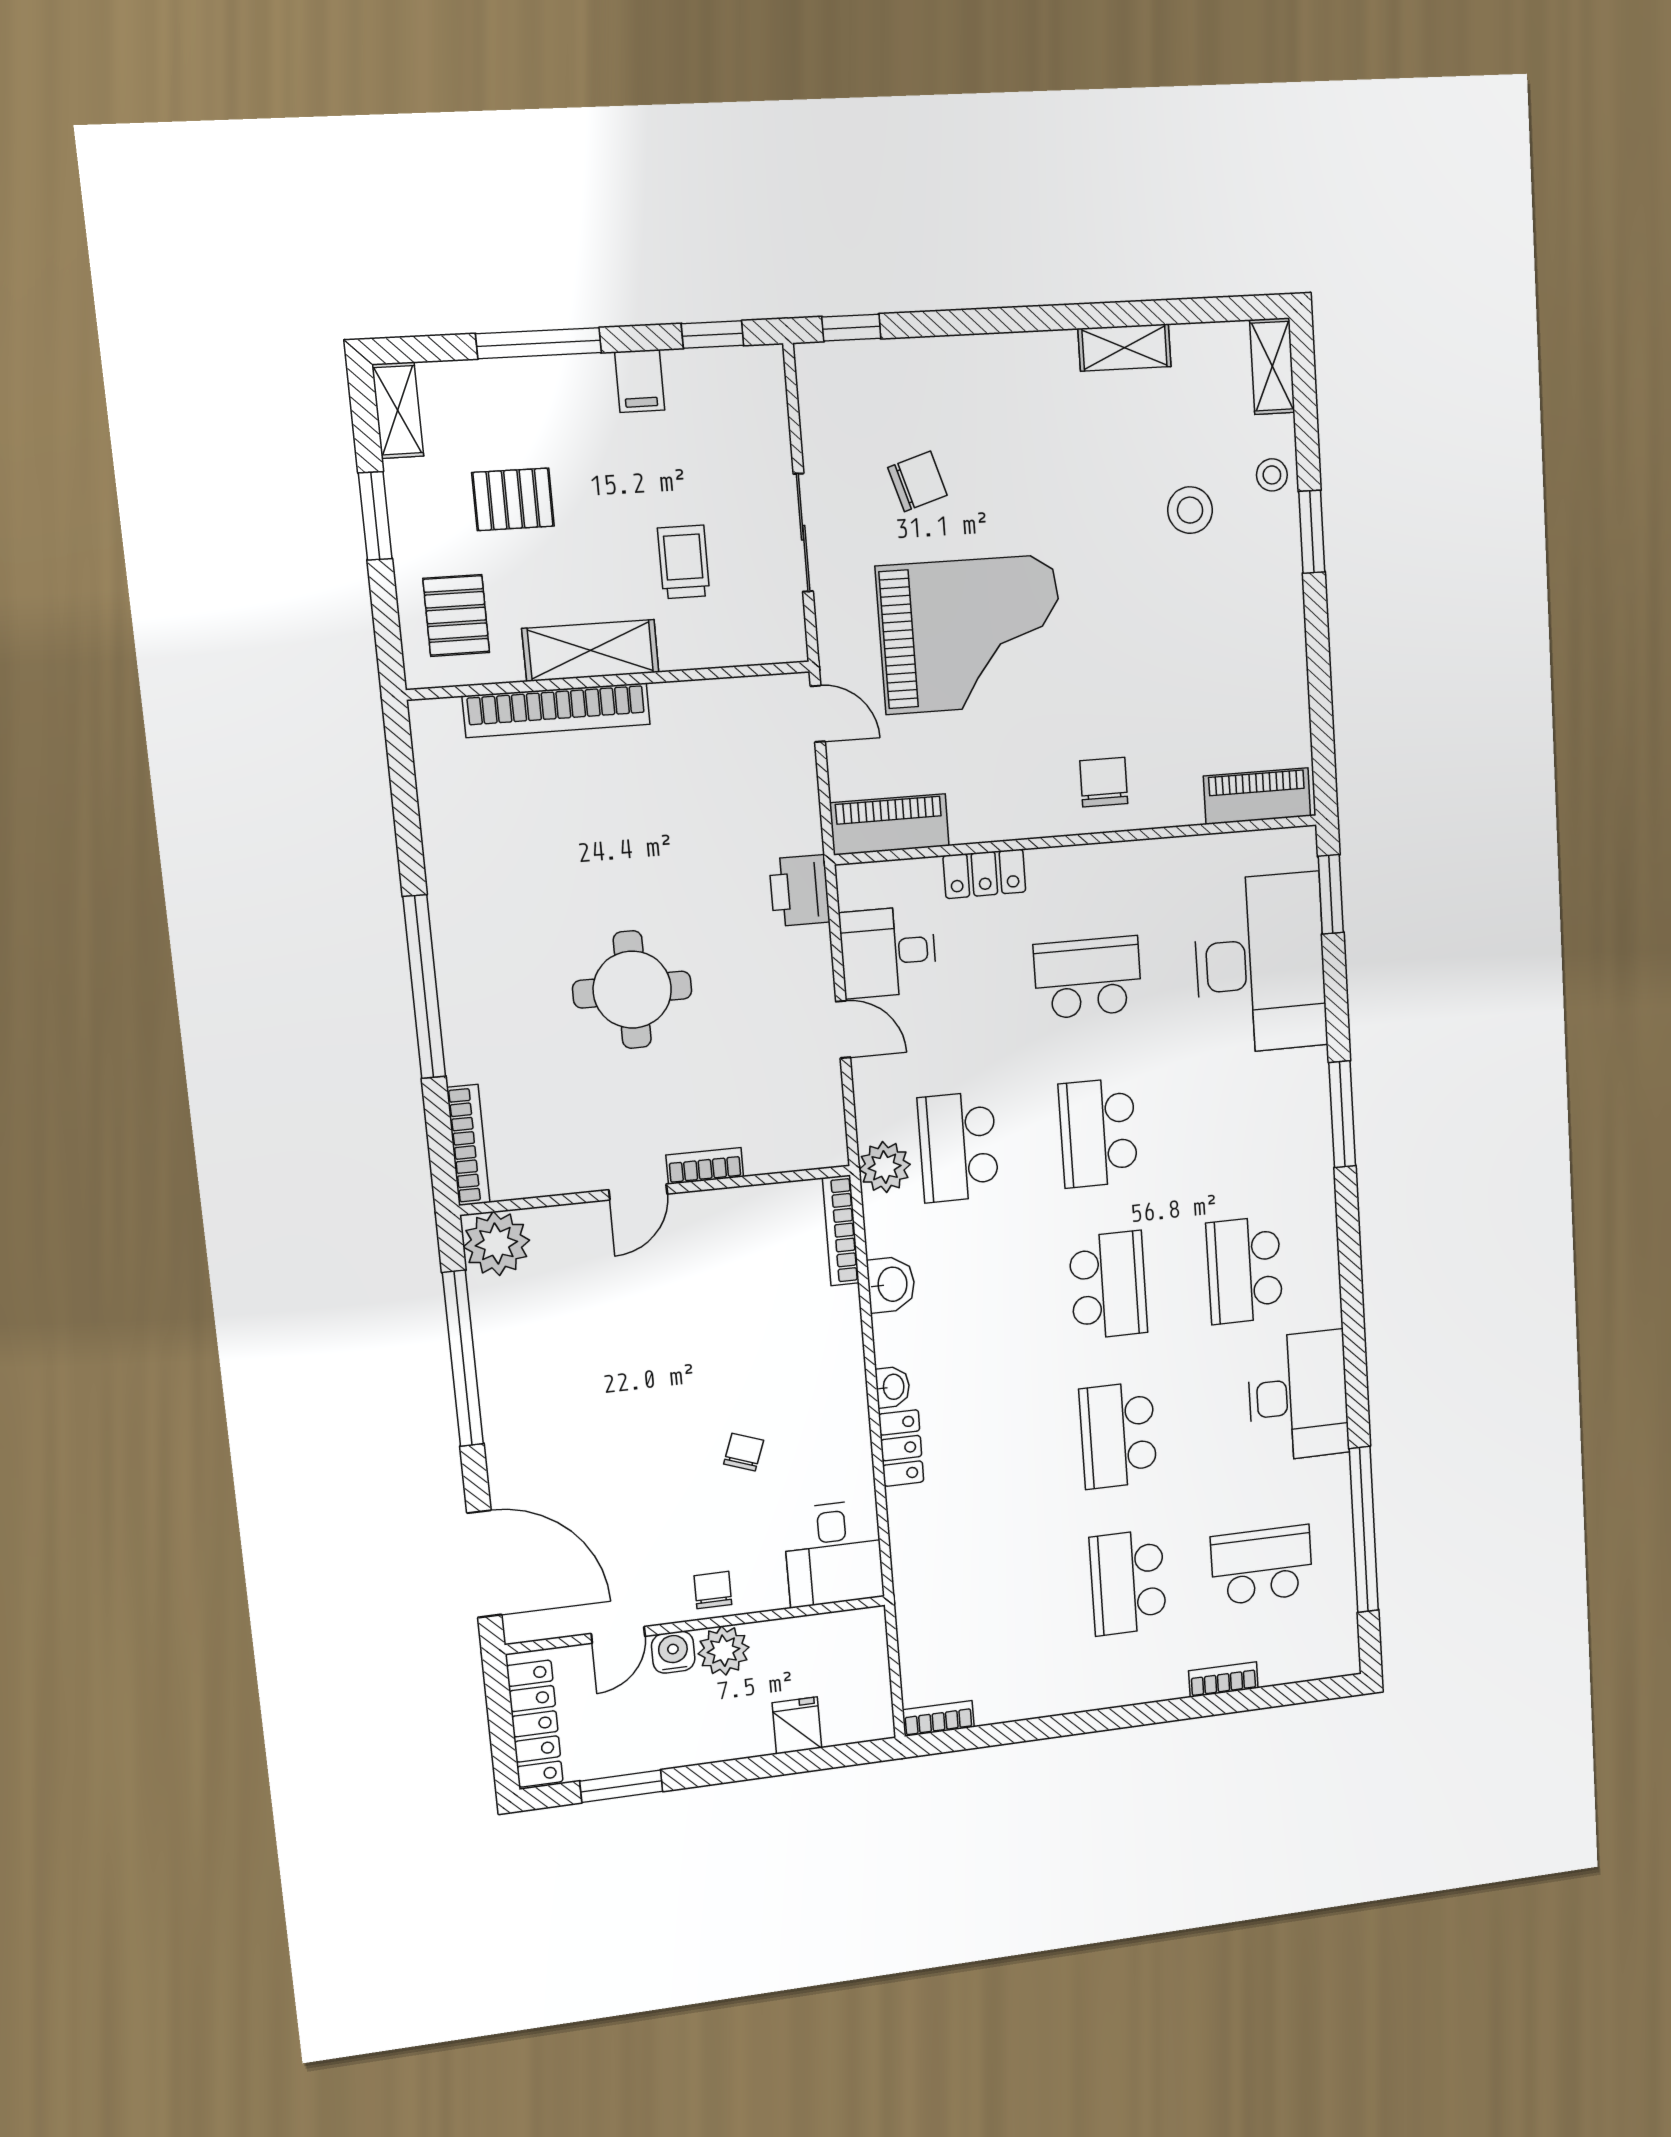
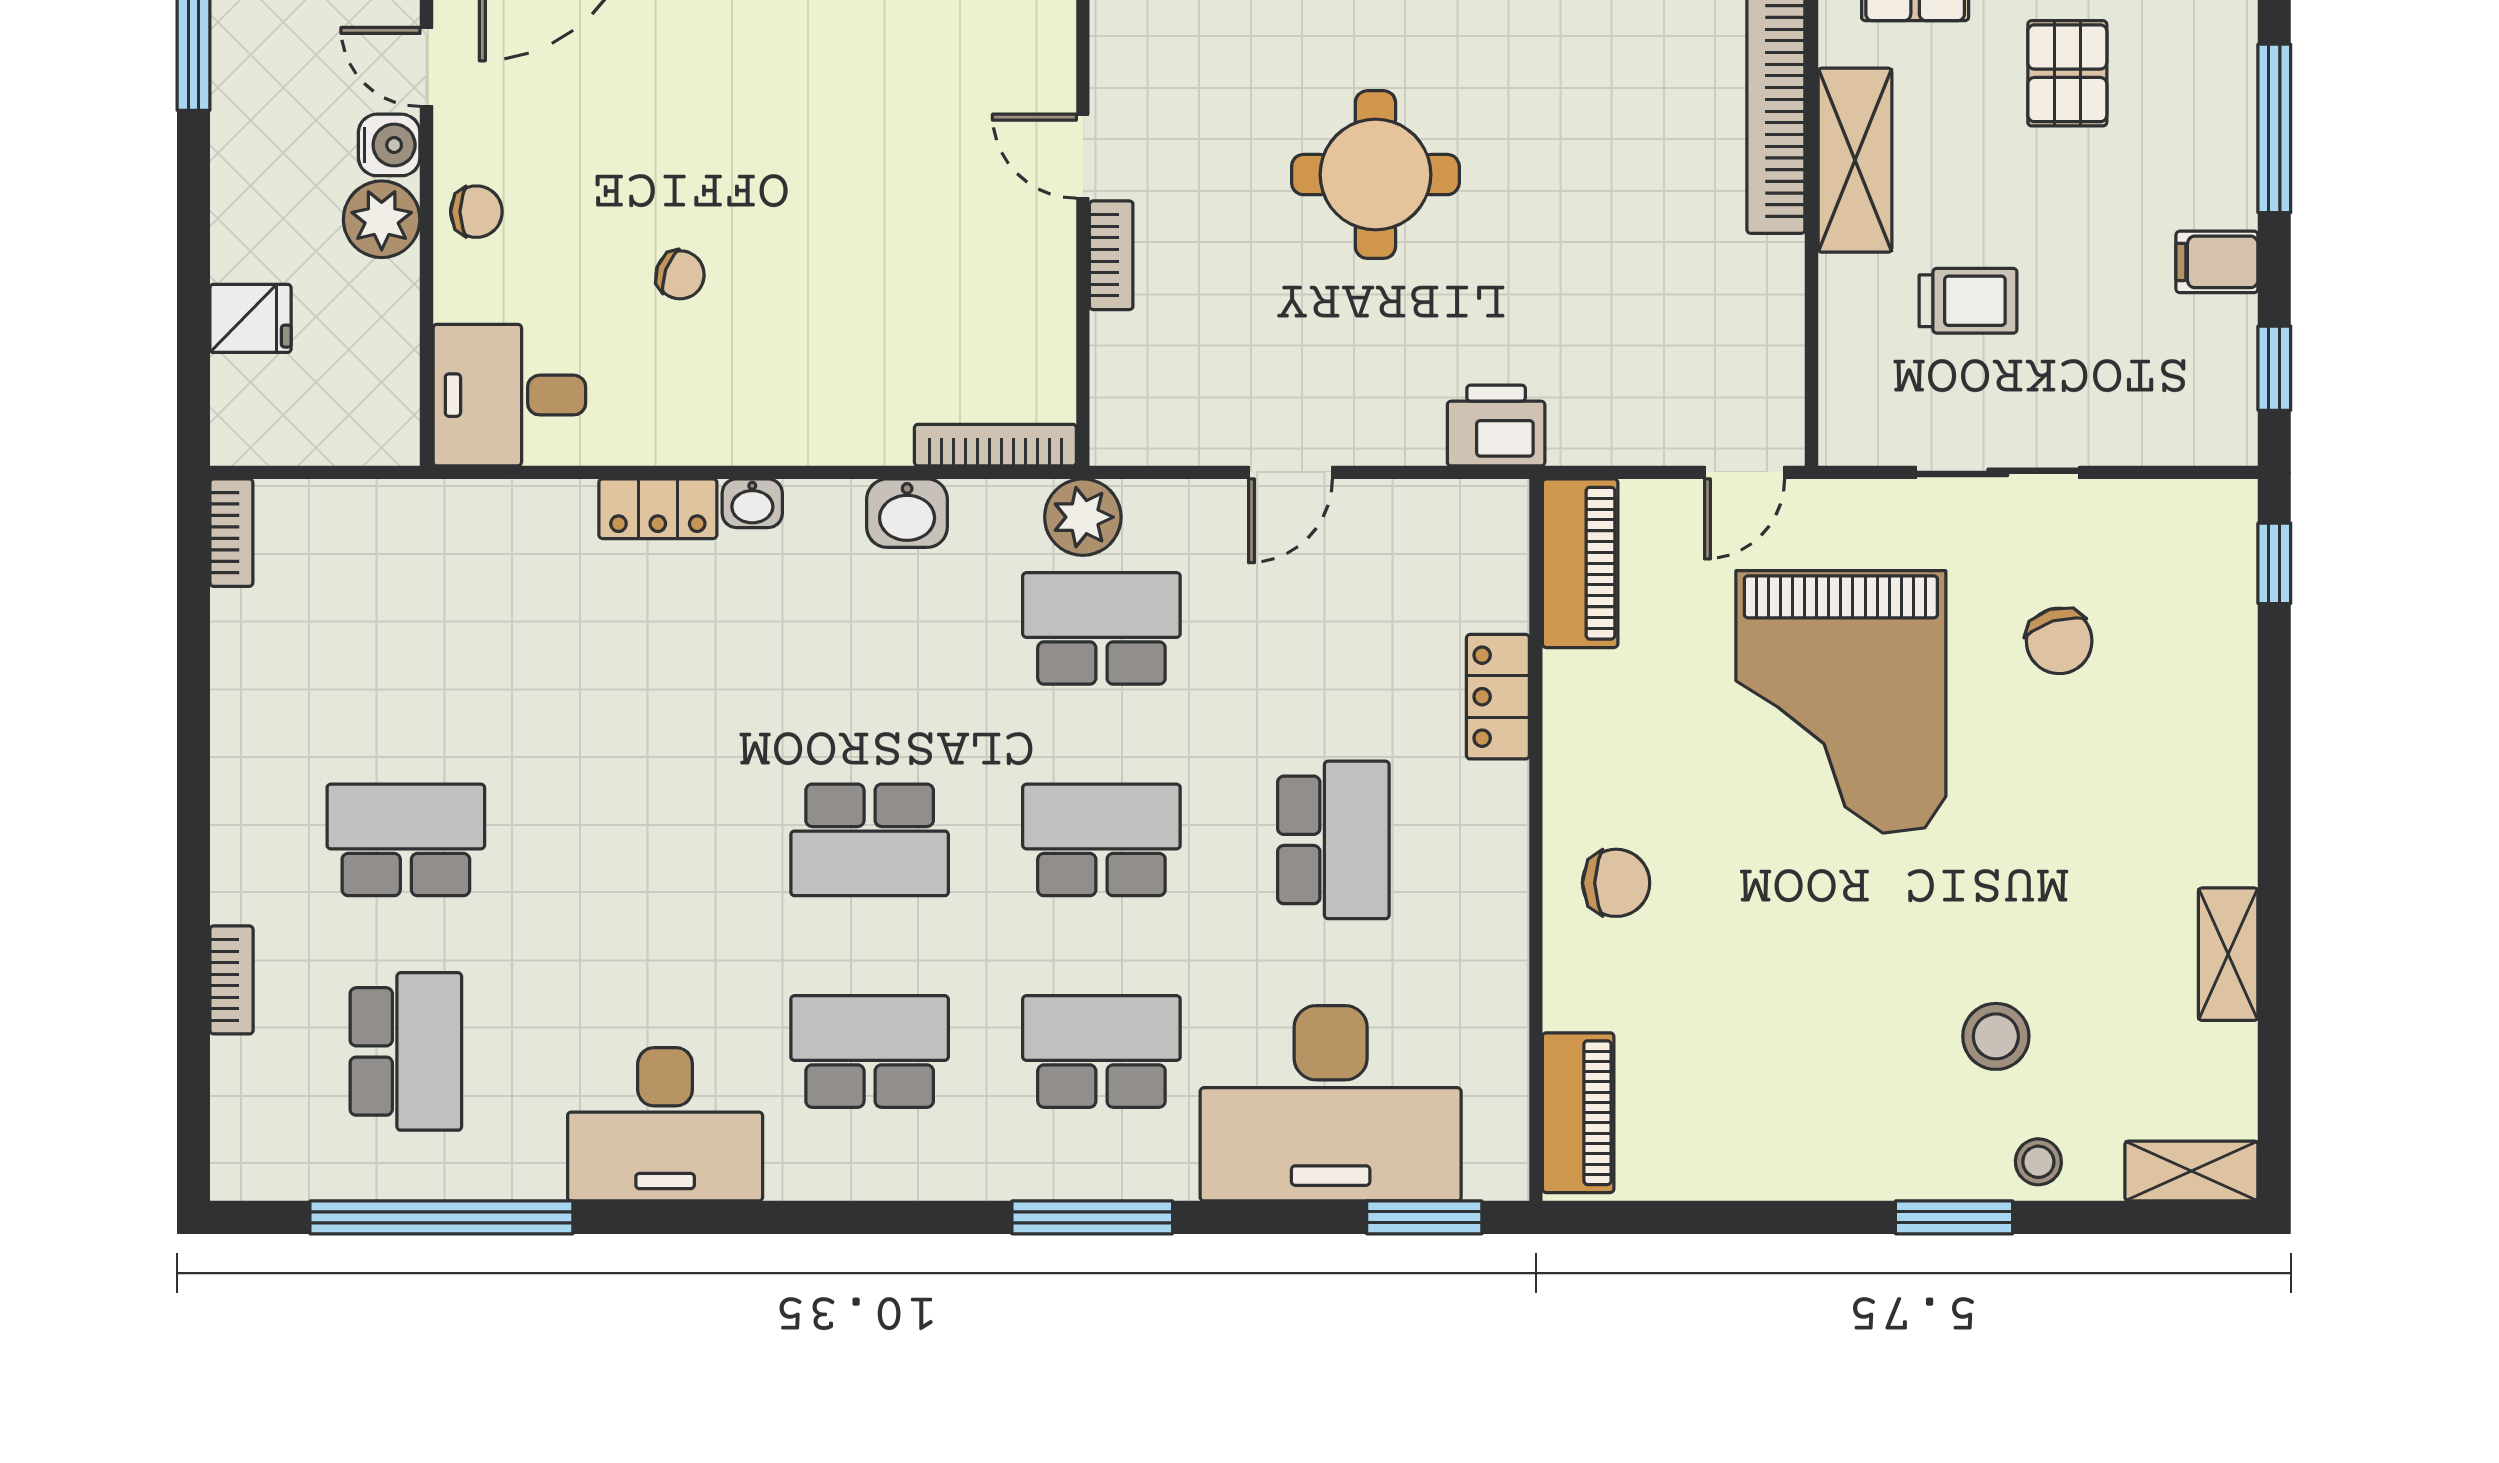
desk: (888, 952) -> (1397, 547), removed
school desk: (1118, 1435) -> (1101, 1051), moved

